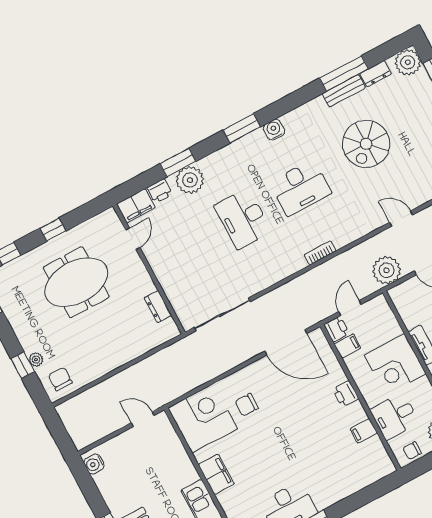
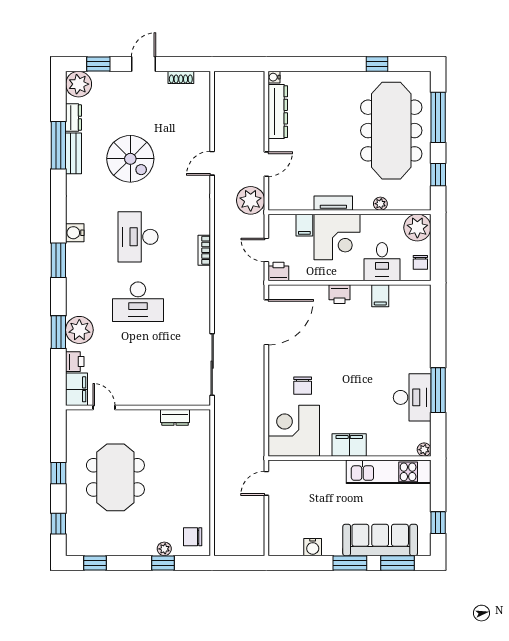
desk: (300, 188) -> (138, 237), turned 180
filing cabinet: (347, 346) -> (304, 225), moved, turned 180
water cooler: (94, 464) -> (313, 547), moved

